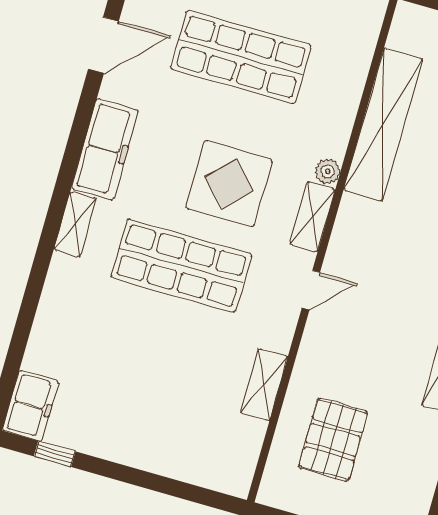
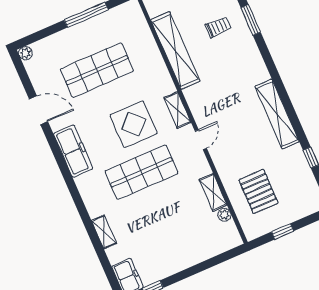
door: (103, 45) -> (39, 110), hinge flipped
plant: (328, 171) -> (224, 215), moved
shelving: (75, 224) -> (104, 232), moved

